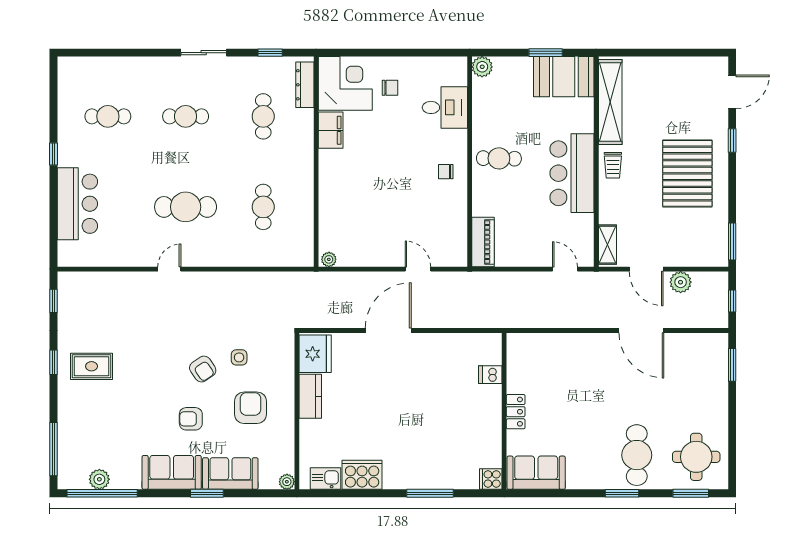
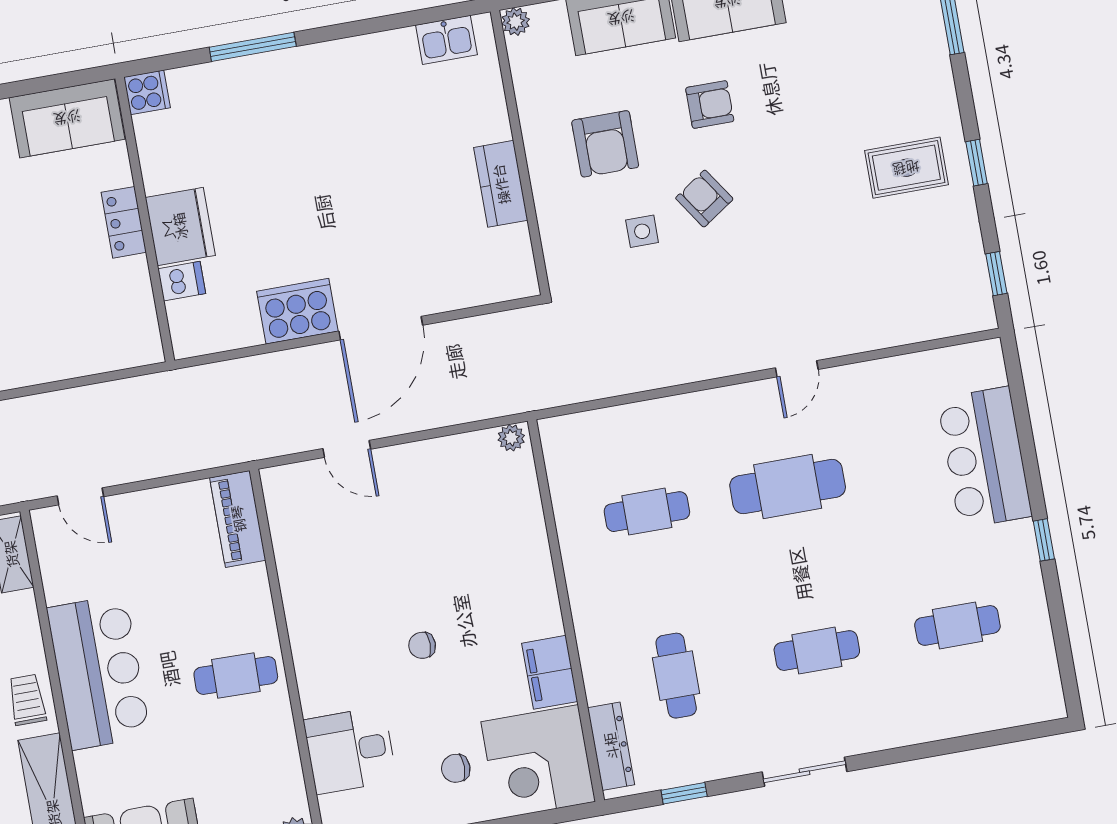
chair: (446, 172) -> (422, 645), moved, turned 180
cafe table: (263, 207) -> (647, 512), turned 90
fridge: (315, 354) -> (180, 226), moved, turned 180
cooker: (362, 475) -> (297, 311), moved, turned 180

